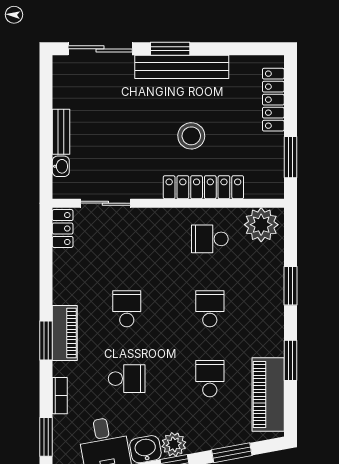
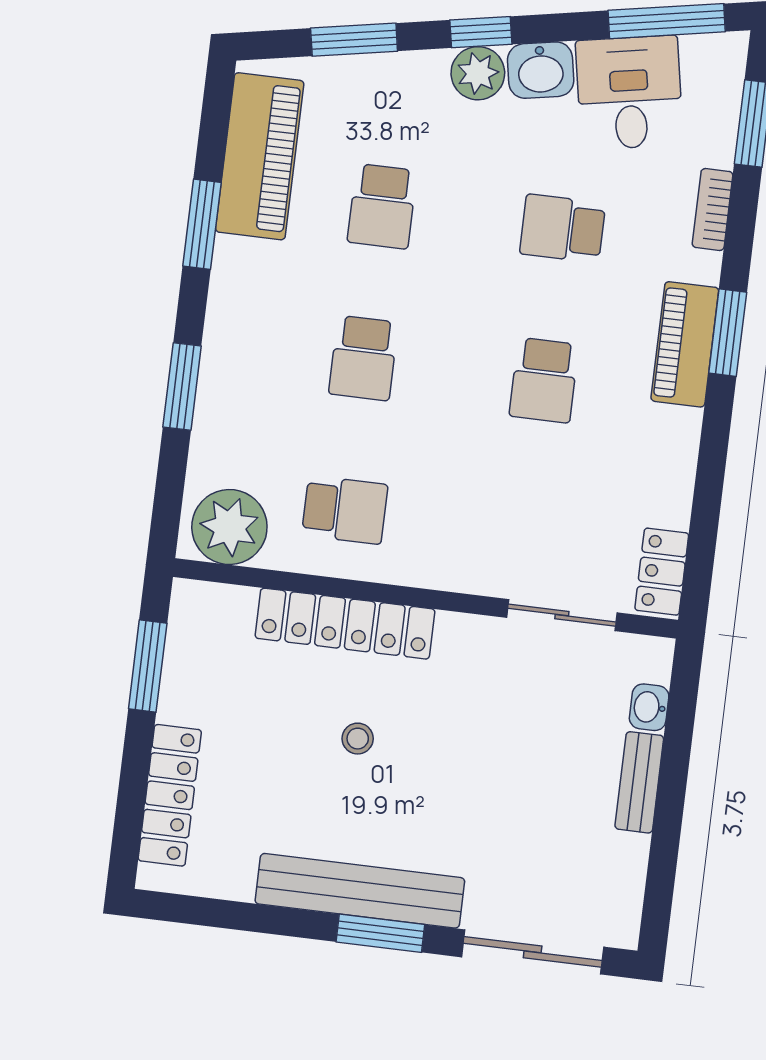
stool: (191, 136) -> (358, 739), width x0.53, depth x0.53

